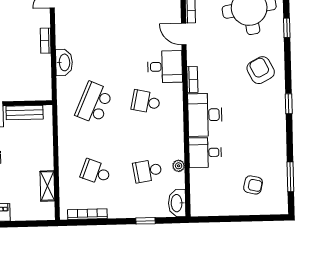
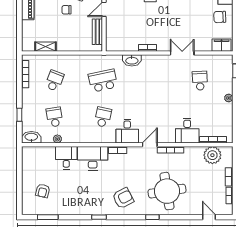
school desk: (94, 103) -> (103, 81), turned -36

